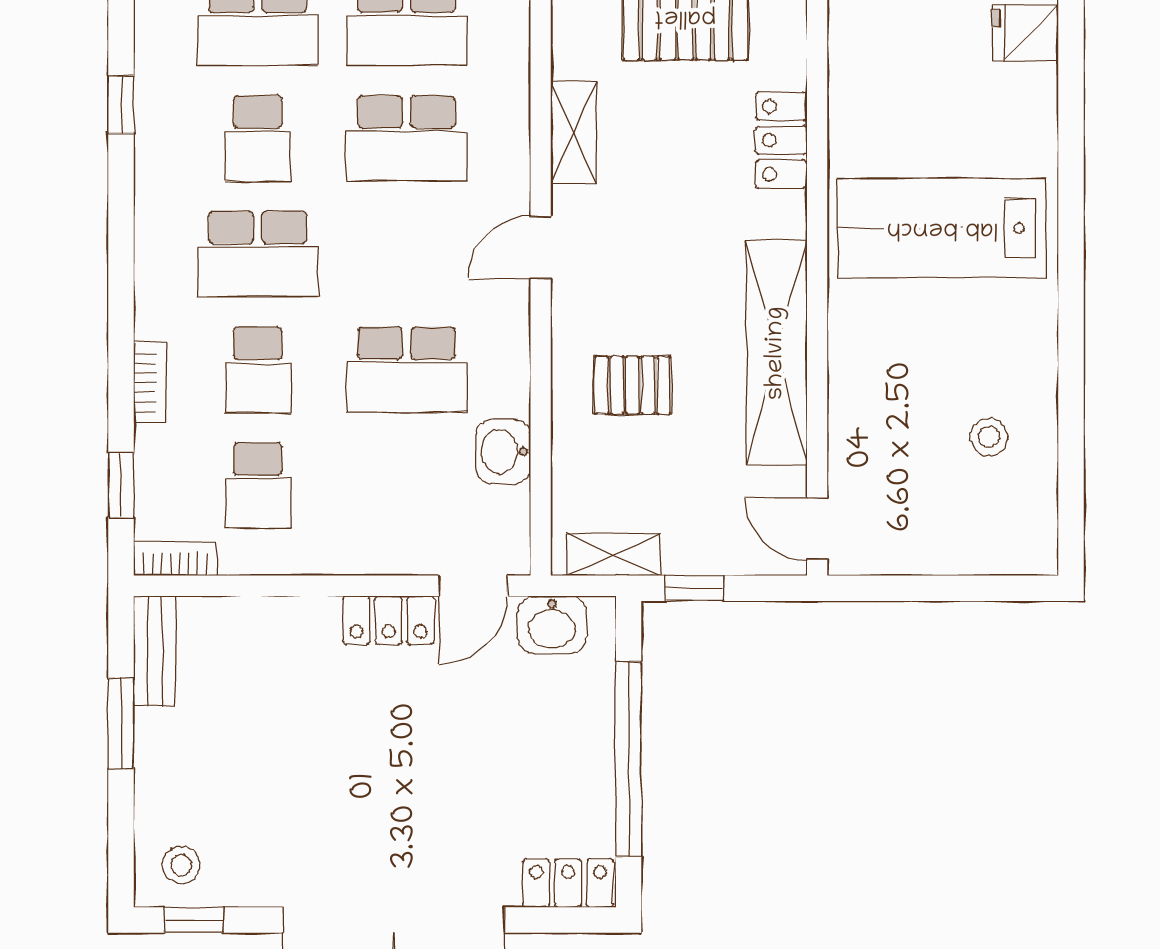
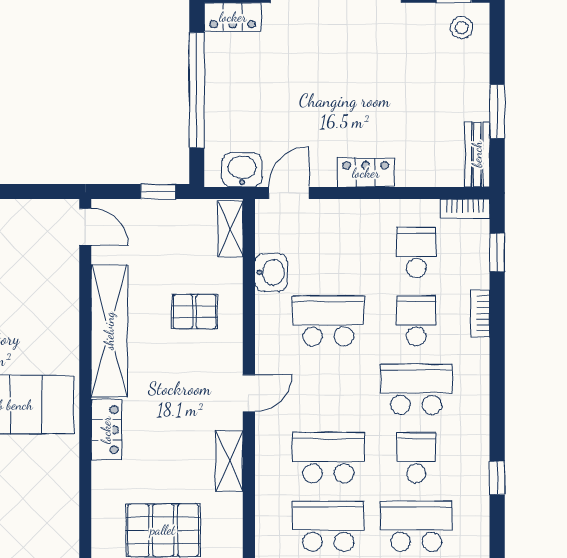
locker: (781, 140) -> (106, 430), moved
shelving: (613, 555) -> (230, 229), moved, turned 90
locker: (388, 620) -> (366, 173), moved

